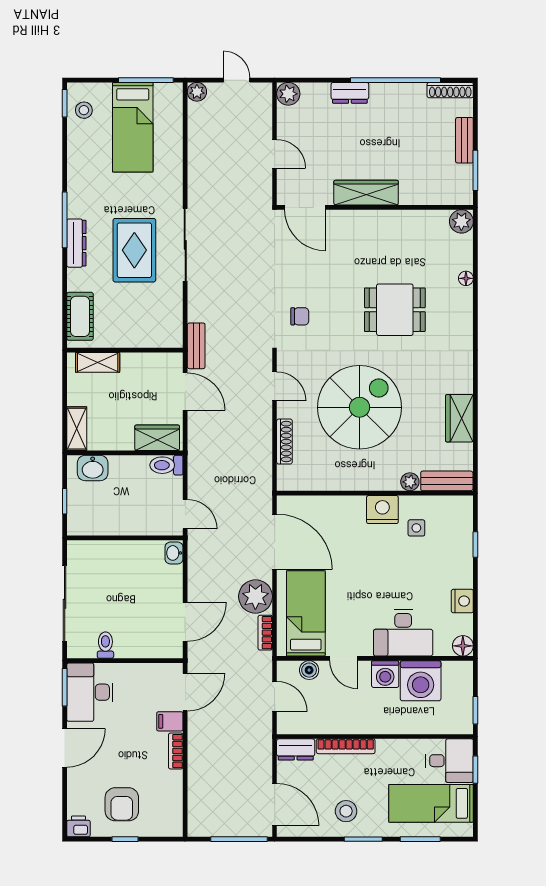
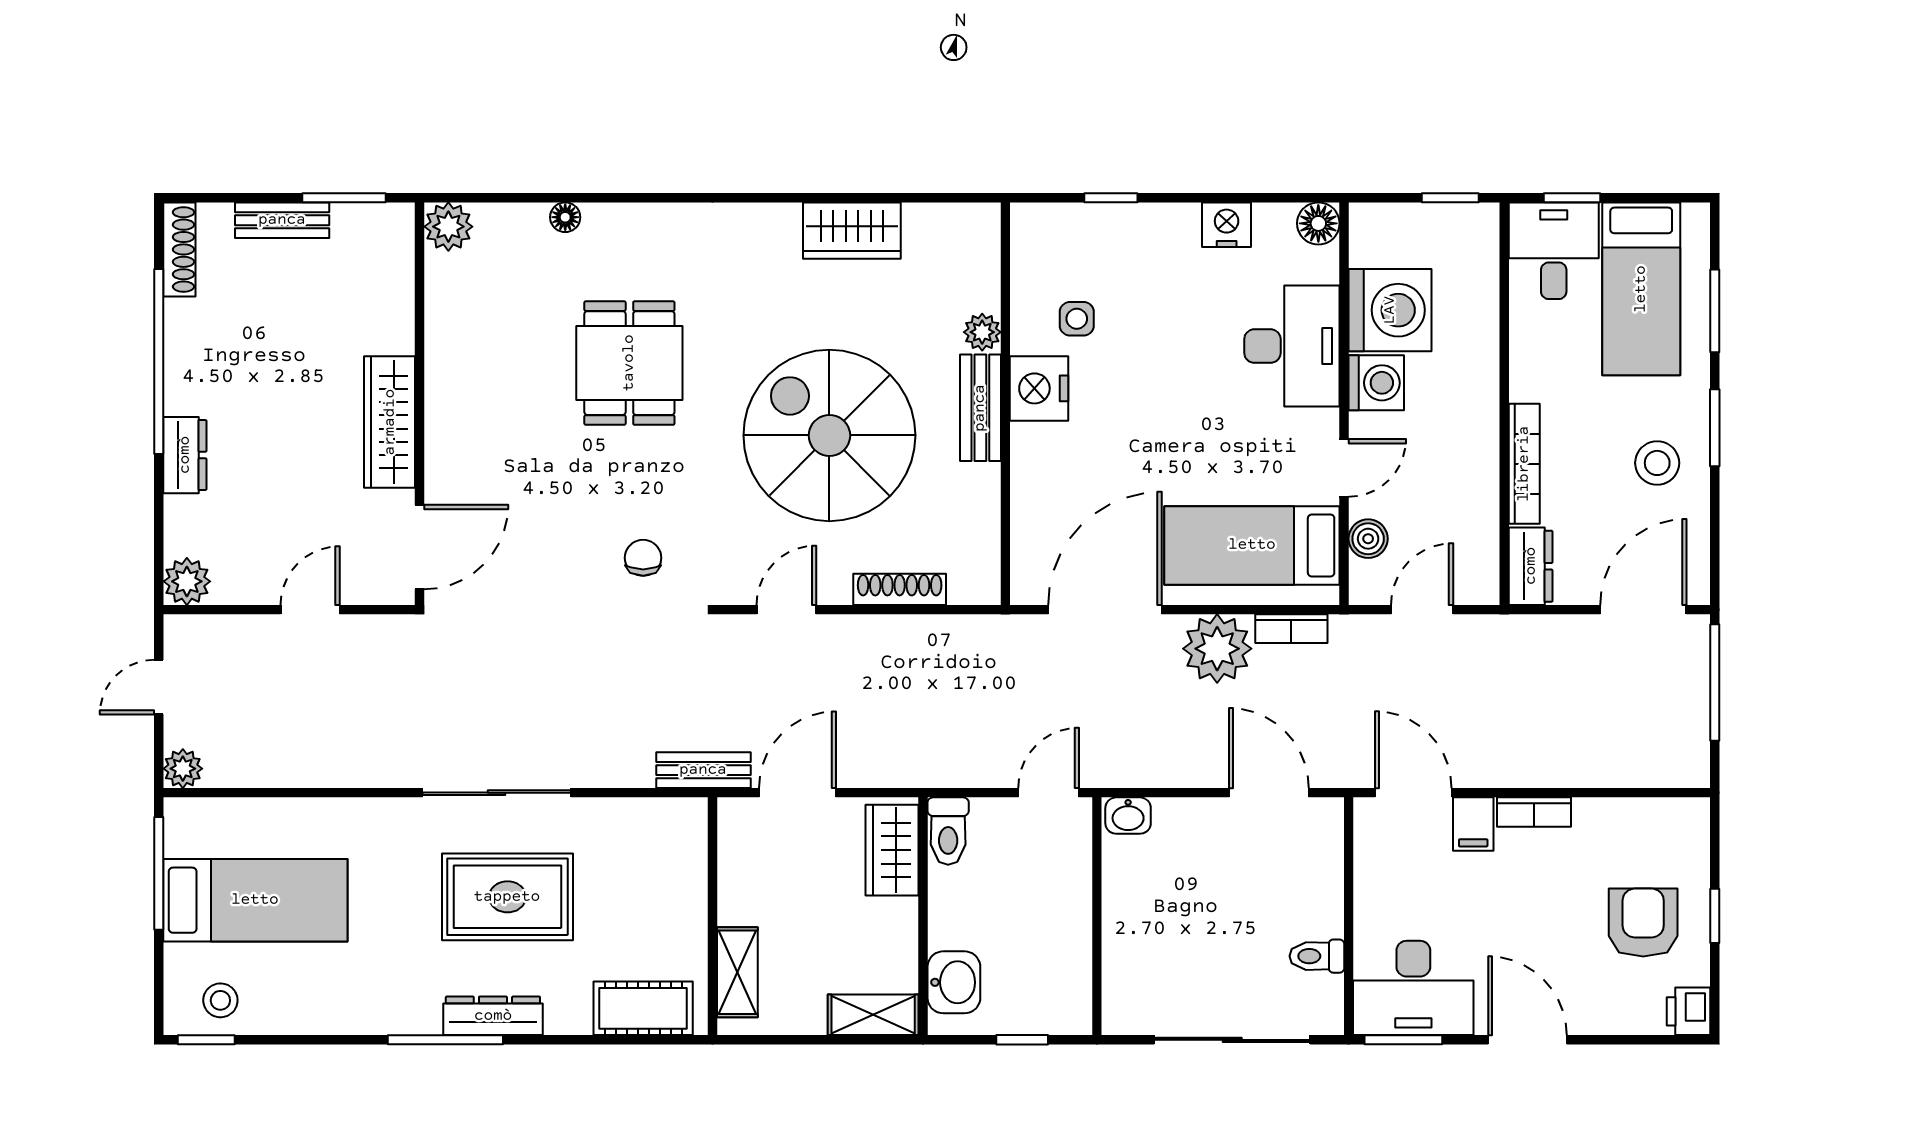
bench: (447, 481) -> (980, 408), moved
armchair: (122, 804) -> (1643, 923), turned -90

